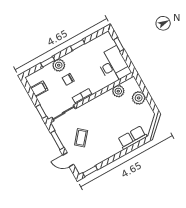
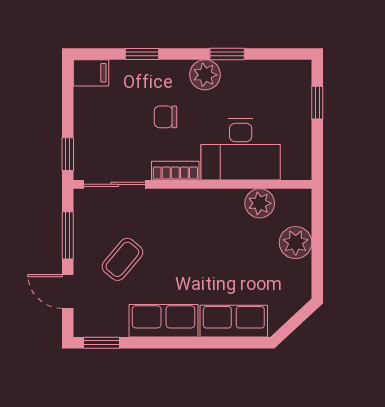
plant: (59, 65) -> (205, 75), moved
desk: (113, 65) -> (241, 149), moved, turned 90
filing cabinet: (39, 89) -> (91, 73), moved
row of seats: (108, 151) -> (164, 321), added

